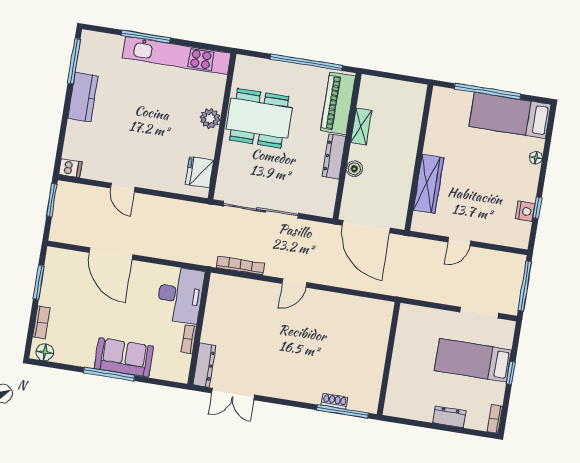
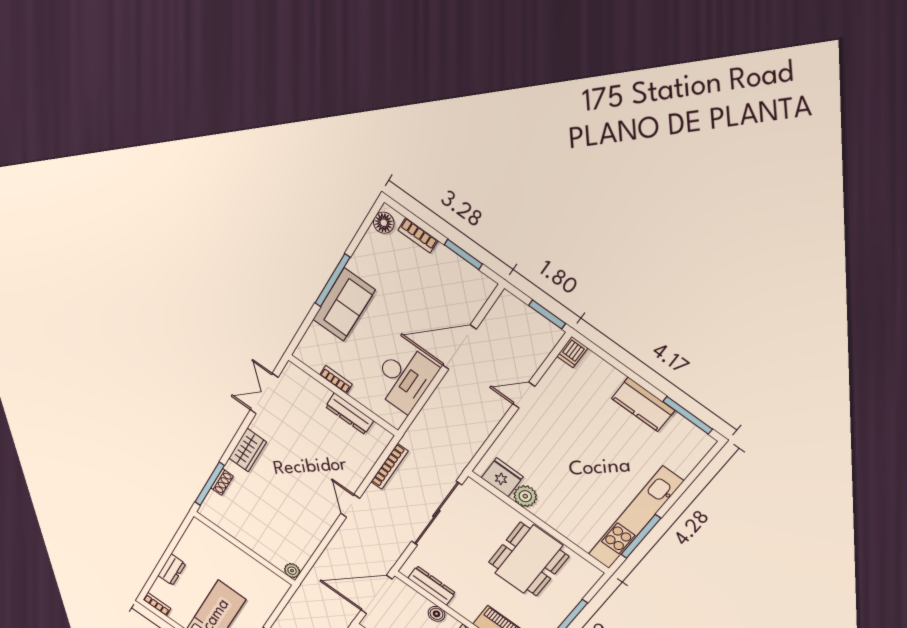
window: (146, 37) -> (641, 536), moved
plant: (210, 119) -> (525, 496), moved
dresser: (334, 156) -> (432, 586), moved
desk: (180, 295) -> (404, 378), moved, turned -90
plant: (386, 308) -> (292, 571), added
dresser: (204, 365) -> (350, 414), moved
wardrobe: (292, 390) -> (248, 450), added

